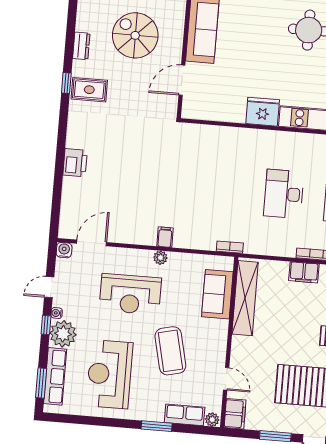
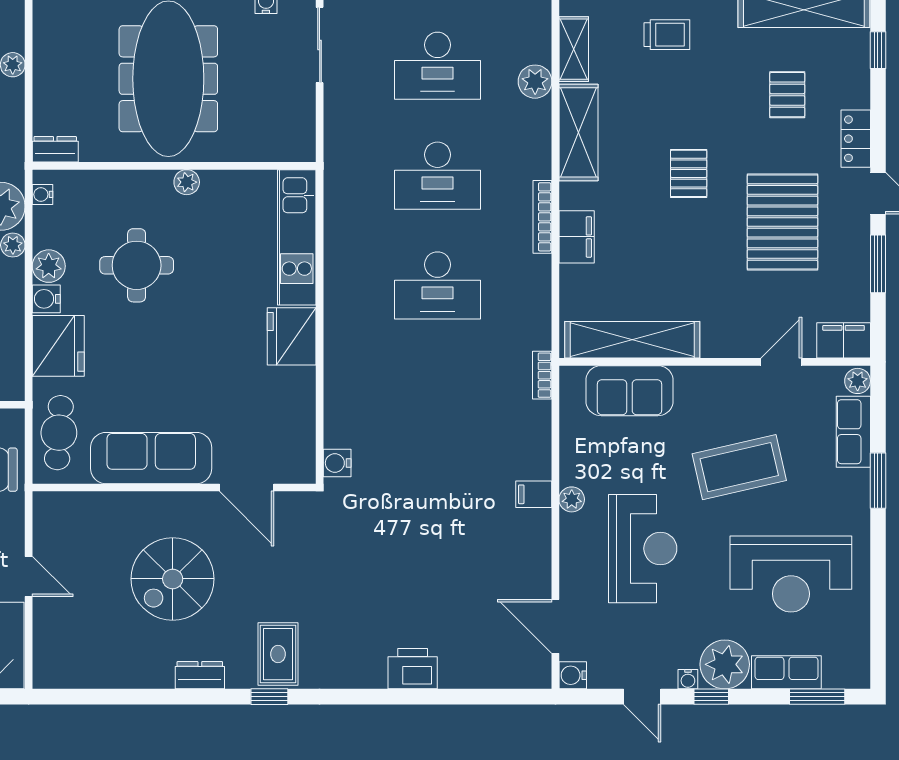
water cooler: (191, 131) -> (337, 463), added
row of seats: (55, 376) -> (786, 672), width x0.68

